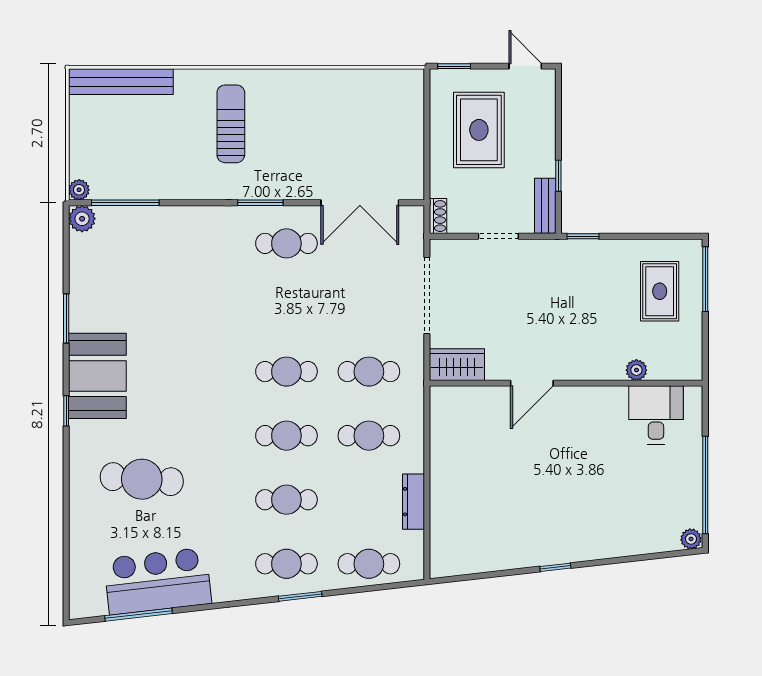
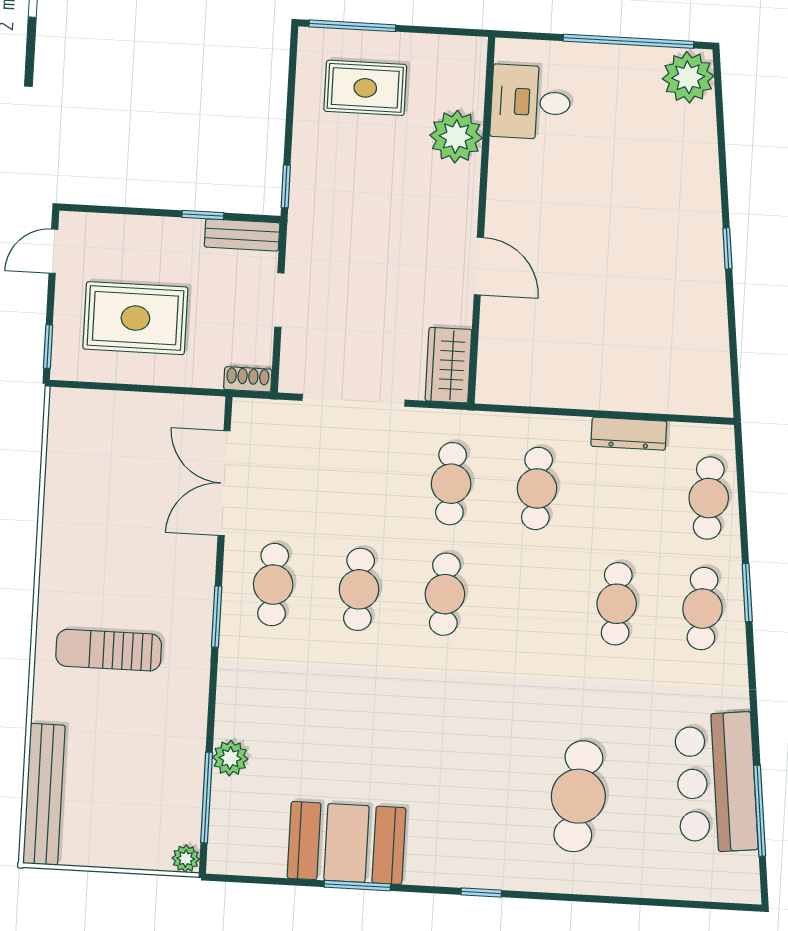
double door: (360, 203) -> (224, 483), swing flipped
plant: (82, 219) -> (230, 758), moved
plant: (636, 370) -> (456, 137), width x1.88, depth x1.88
booth: (97, 376) -> (346, 843), moved
cafe table: (286, 436) -> (359, 589), moved
plant: (691, 539) -> (688, 77), width x1.87, depth x1.87

